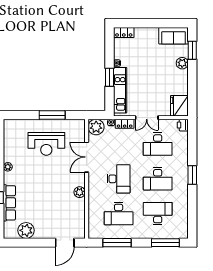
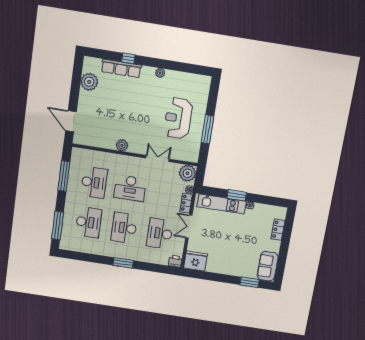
locker: (124, 32) -> (278, 230), moved
plant: (182, 63) -> (238, 270), removed
double door: (87, 157) -> (158, 159), width x0.73
desk: (119, 214) -> (94, 182), turned 180

